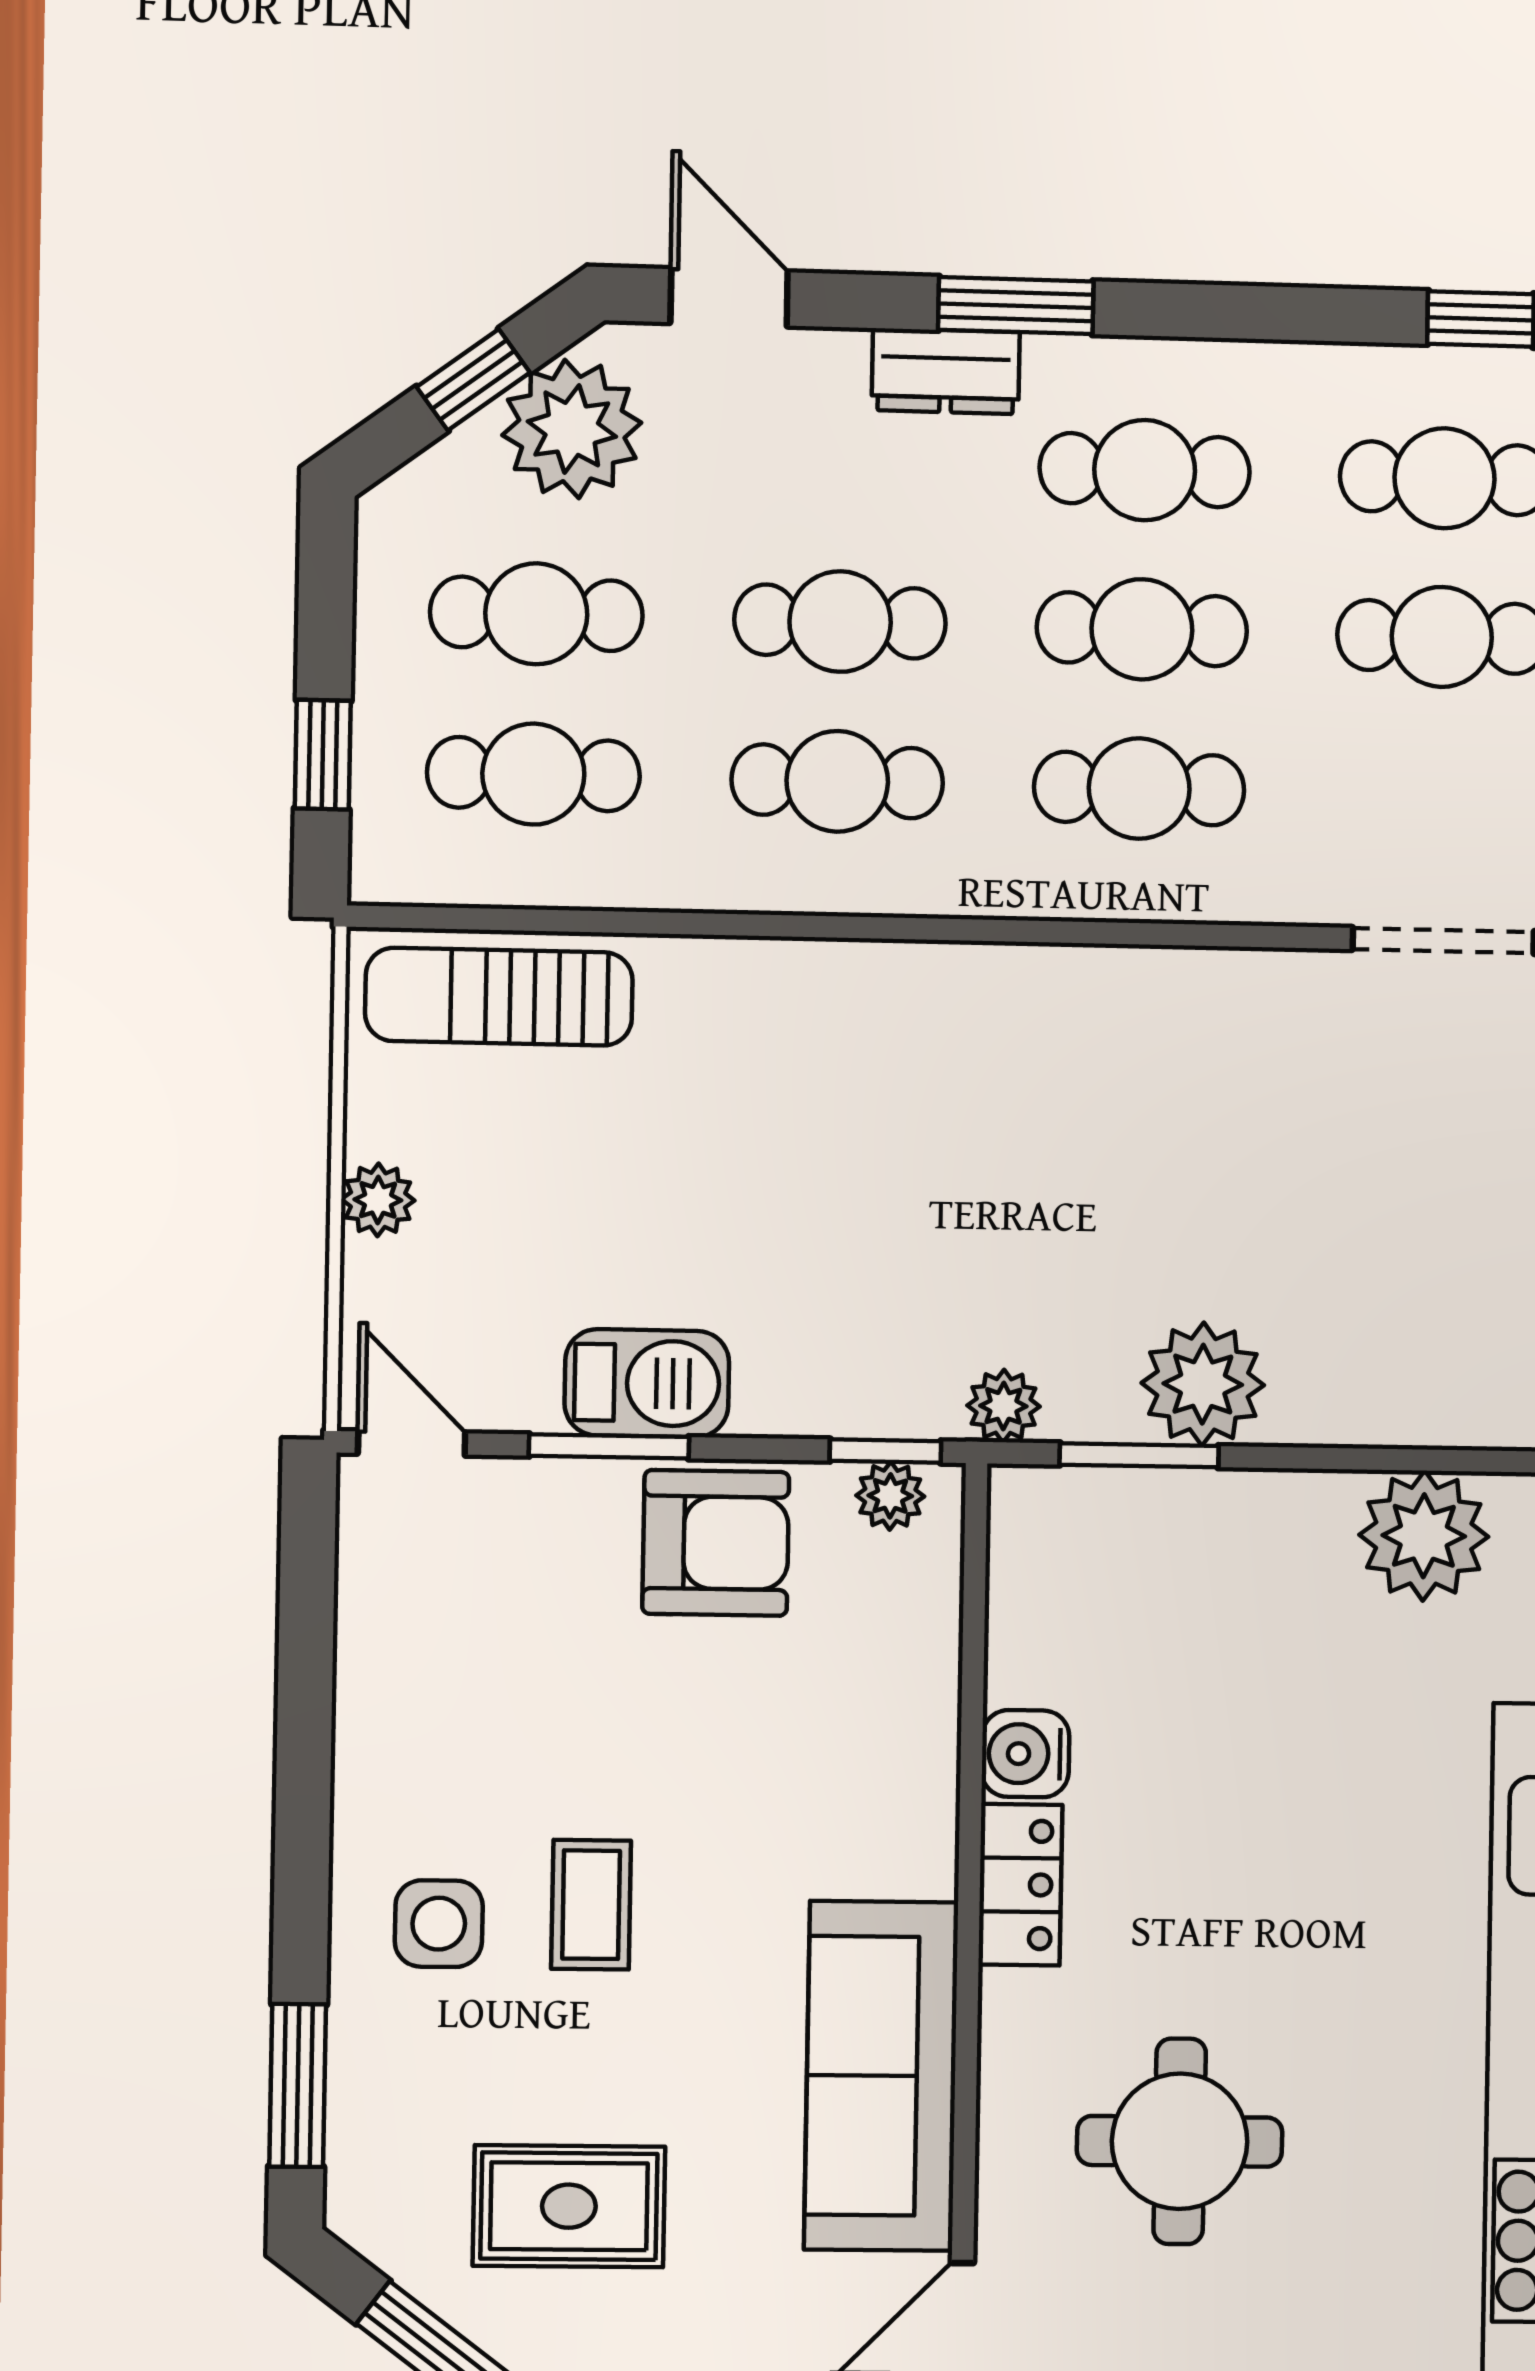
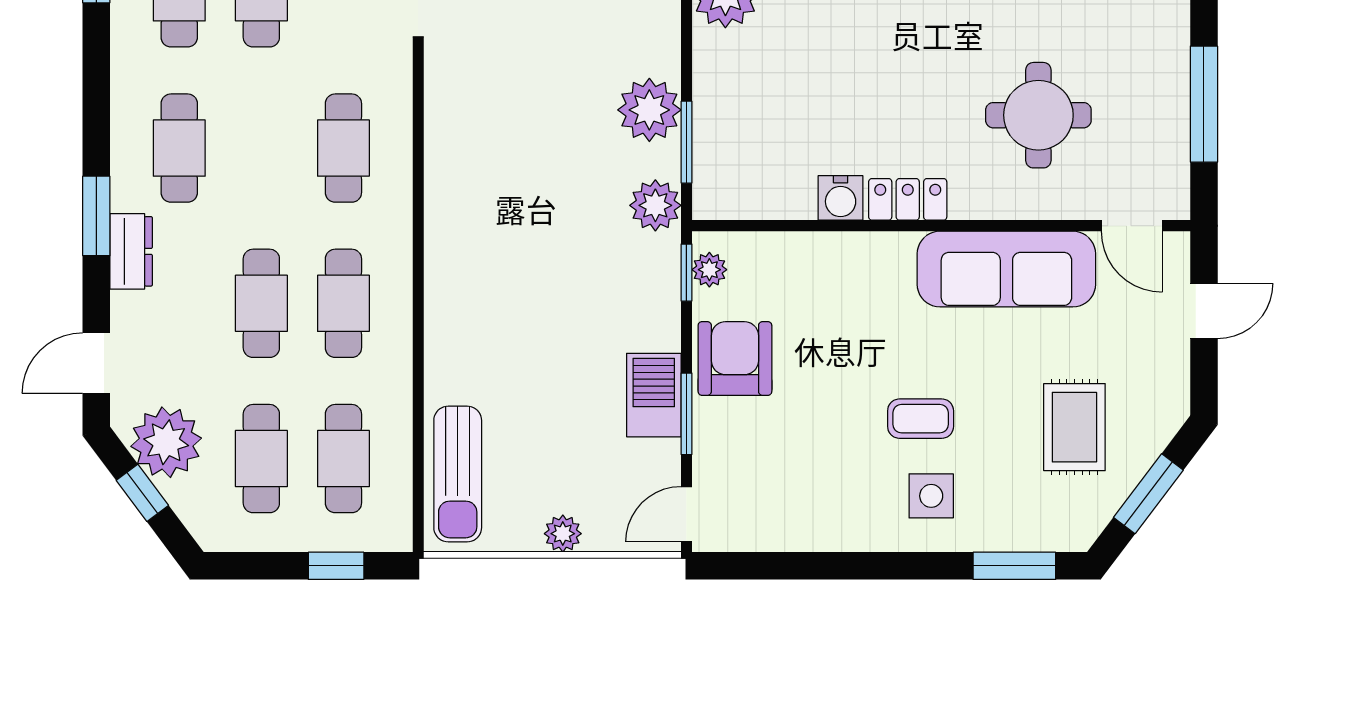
cafe table: (1142, 629) -> (261, 148), removed
plant: (1003, 1406) -> (655, 205), width x1.38, depth x1.38

